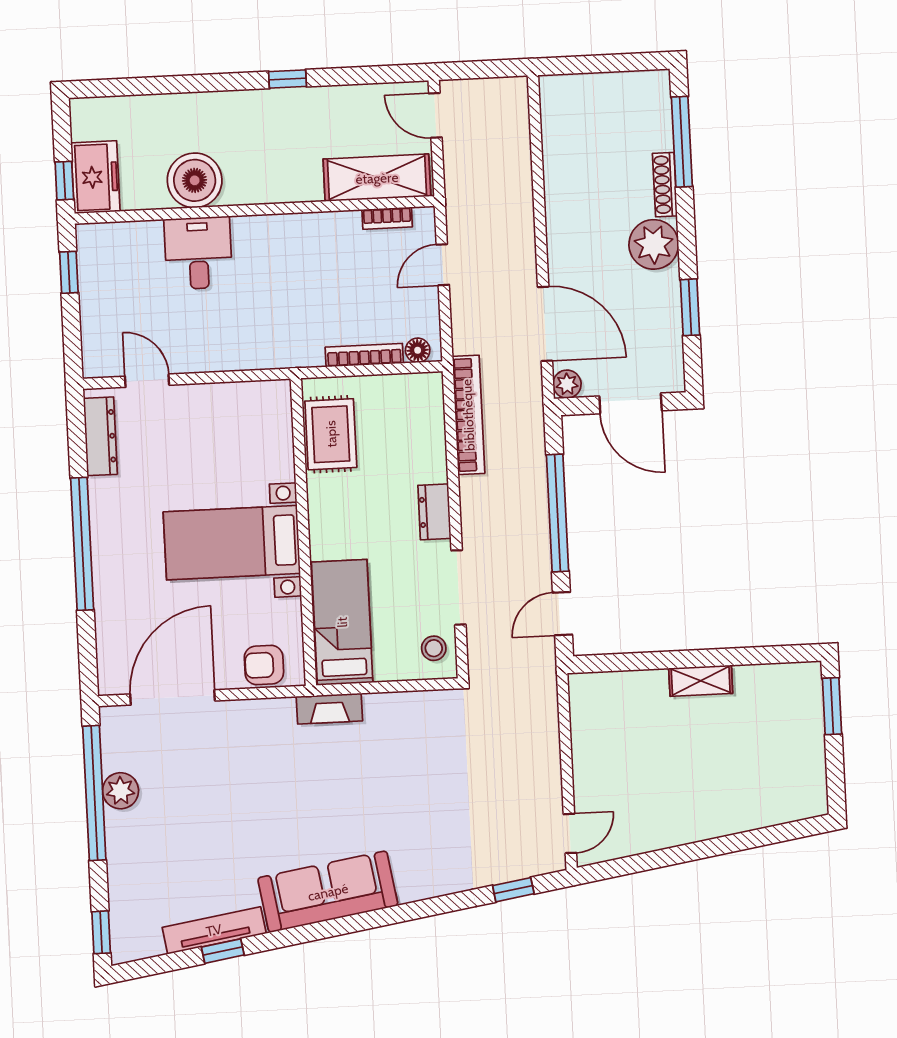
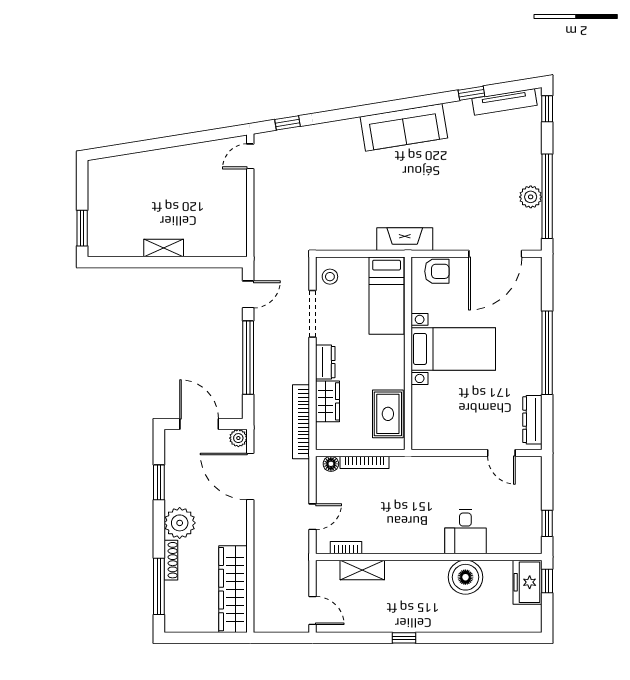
wardrobe: (564, 143) -> (233, 589), added
shelving: (377, 178) -> (362, 570), width x0.67, depth x0.75
wardrobe: (428, 450) -> (328, 401), added
fireplace: (329, 709) -> (405, 239), width x1.37, depth x1.32
tv unit: (214, 930) -> (504, 102), moved

